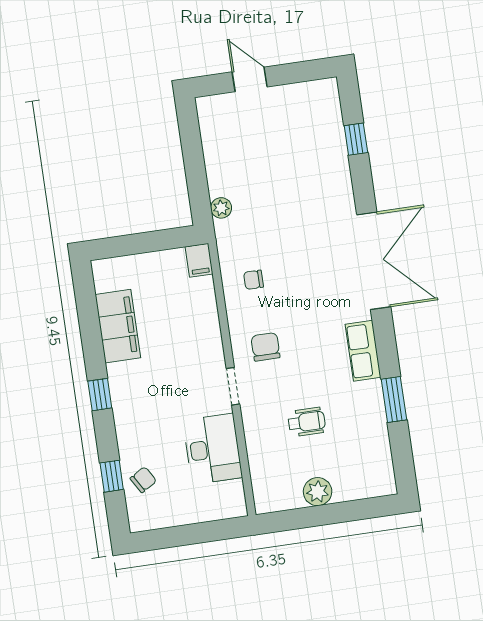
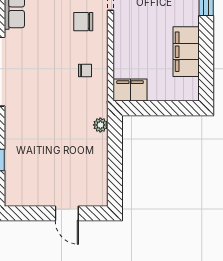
filing cabinet: (199, 260) -> (130, 90), width x2.00
chair: (266, 347) -> (83, 22), turned 90

